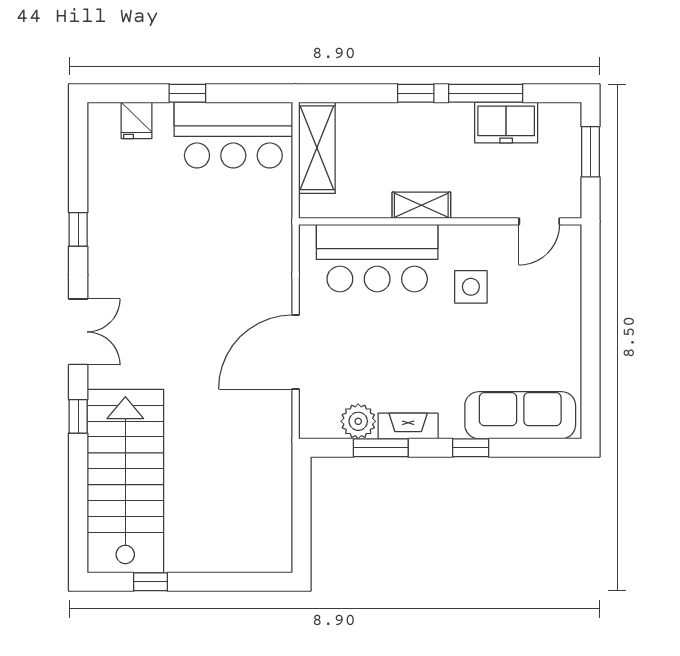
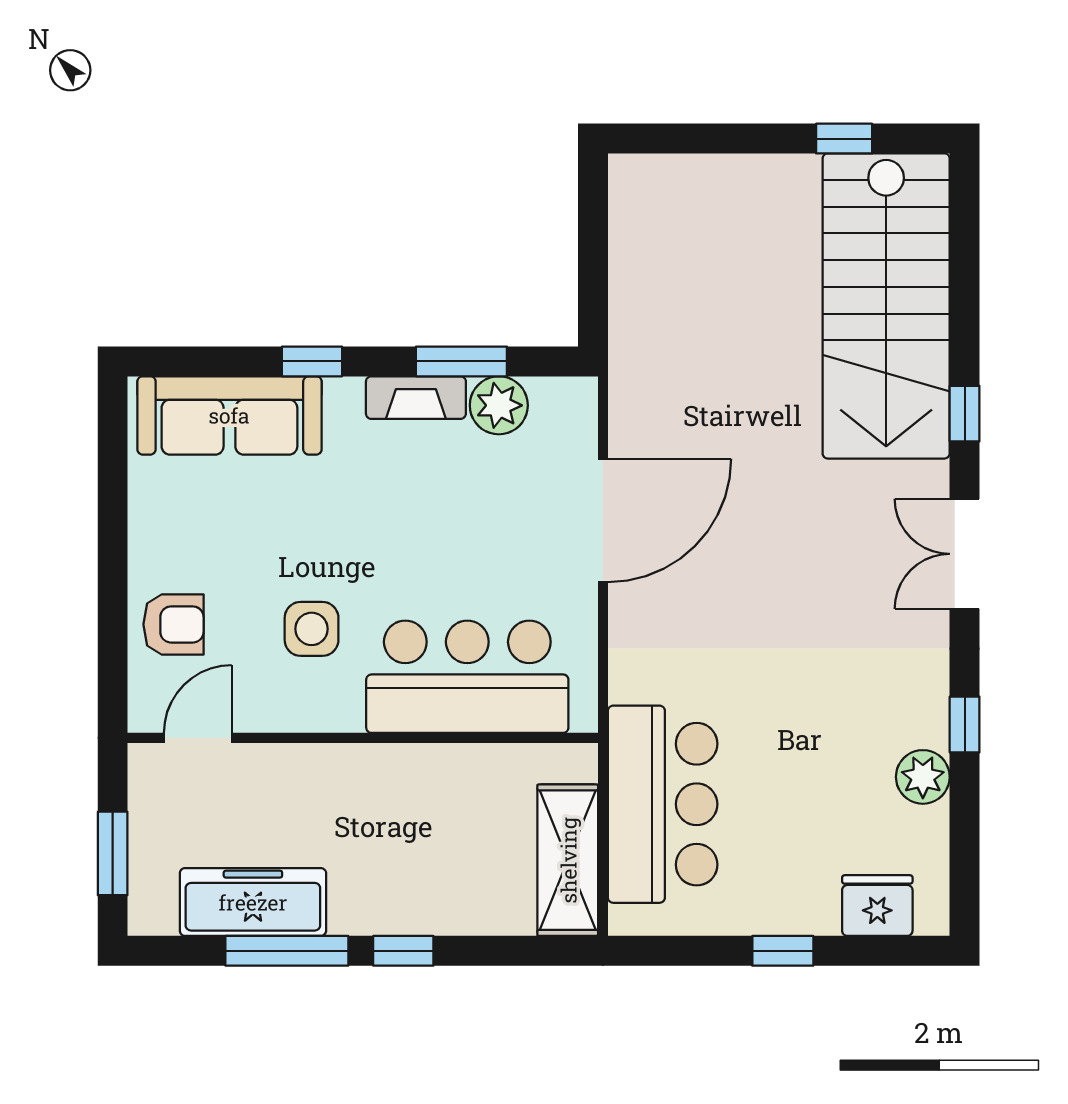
fridge: (136, 120) -> (877, 906), width x1.38
freezer: (506, 123) -> (253, 902), width x1.40
bar counter: (233, 135) -> (663, 804), moved, turned 90
plant: (103, 198) -> (923, 777), added
shelving: (421, 205) -> (394, 765), removed
armchair: (554, 289) -> (174, 624), added

